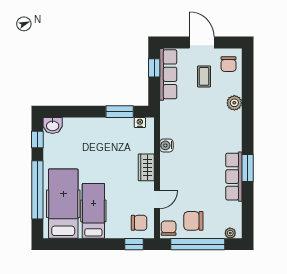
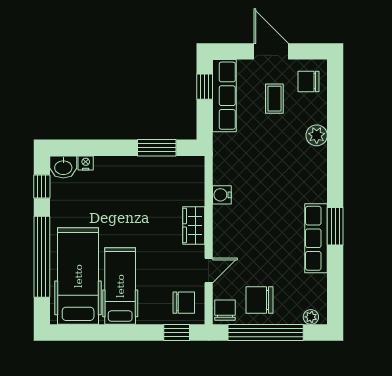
chair: (229, 64) -> (309, 81), turned 90
nightstand: (140, 123) -> (86, 163), moved

